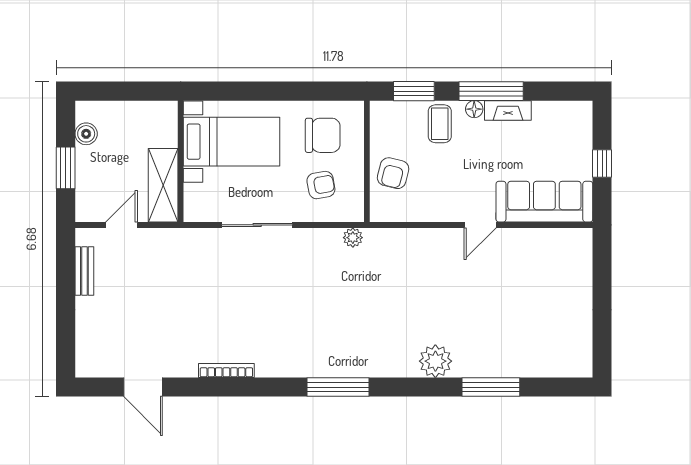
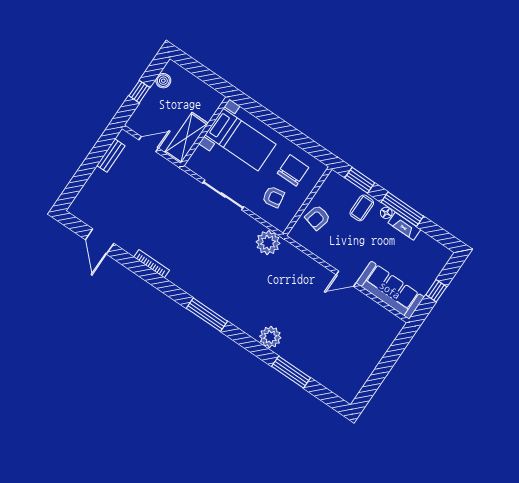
chair: (323, 135) -> (293, 170), turned -90
window: (66, 168) -> (139, 92), width x0.67
plant: (353, 238) -> (268, 243), width x1.88, depth x1.88

